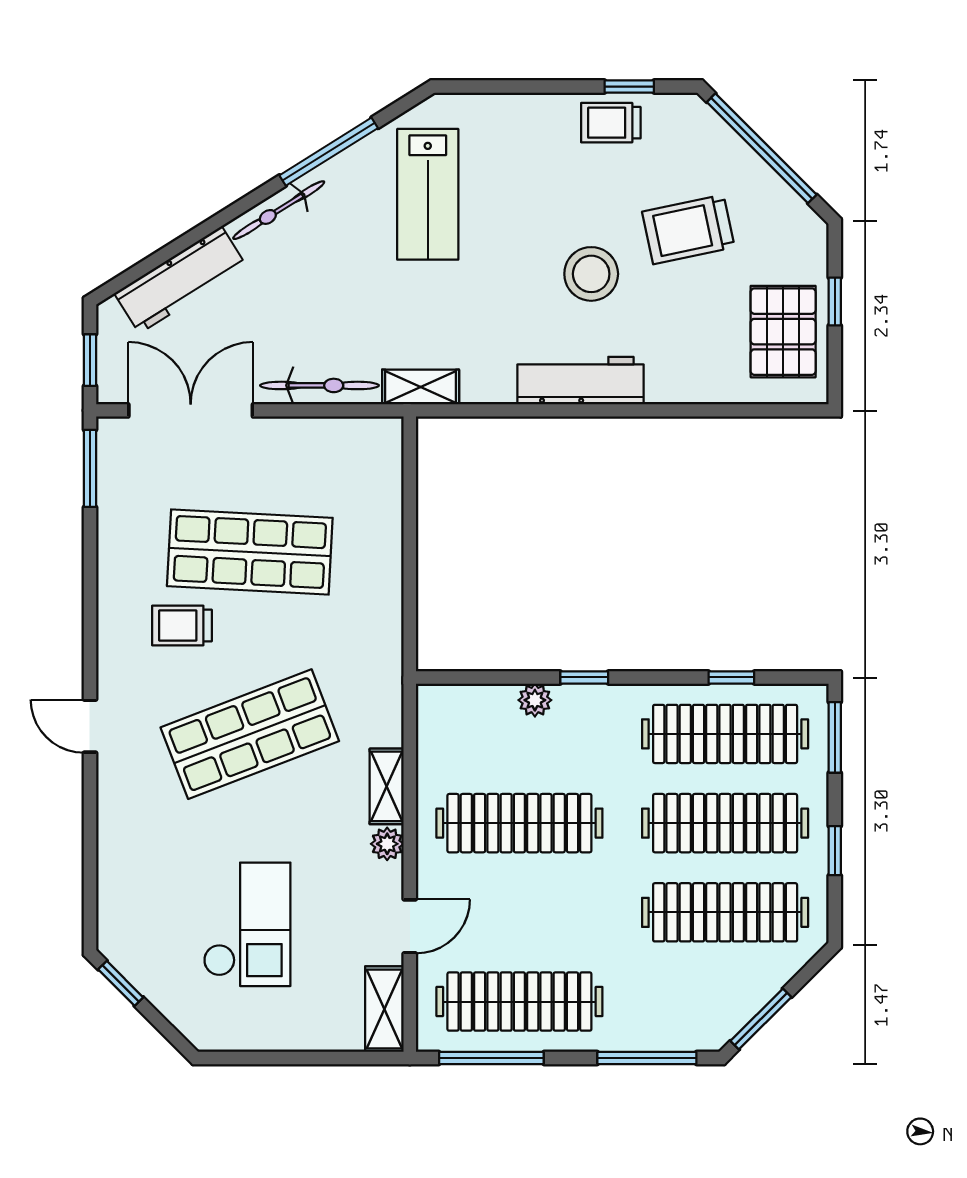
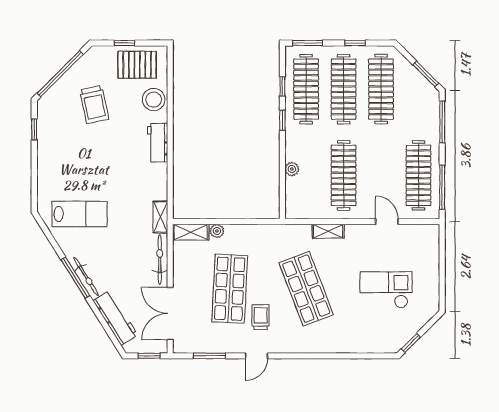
trolley: (611, 123) -> (49, 137), removed
window: (329, 152) -> (75, 278), moved
stool: (591, 274) -> (154, 100), moved
workbench: (580, 381) -> (158, 143), width x0.73
window: (90, 468) -> (209, 356), moved
trolley: (182, 625) -> (261, 317), turned 180
window: (584, 677) -> (282, 120), moved
door: (90, 726) -> (256, 356), moved
plant: (387, 844) -> (217, 231), moved
shelving: (384, 1009) -> (191, 232), moved

